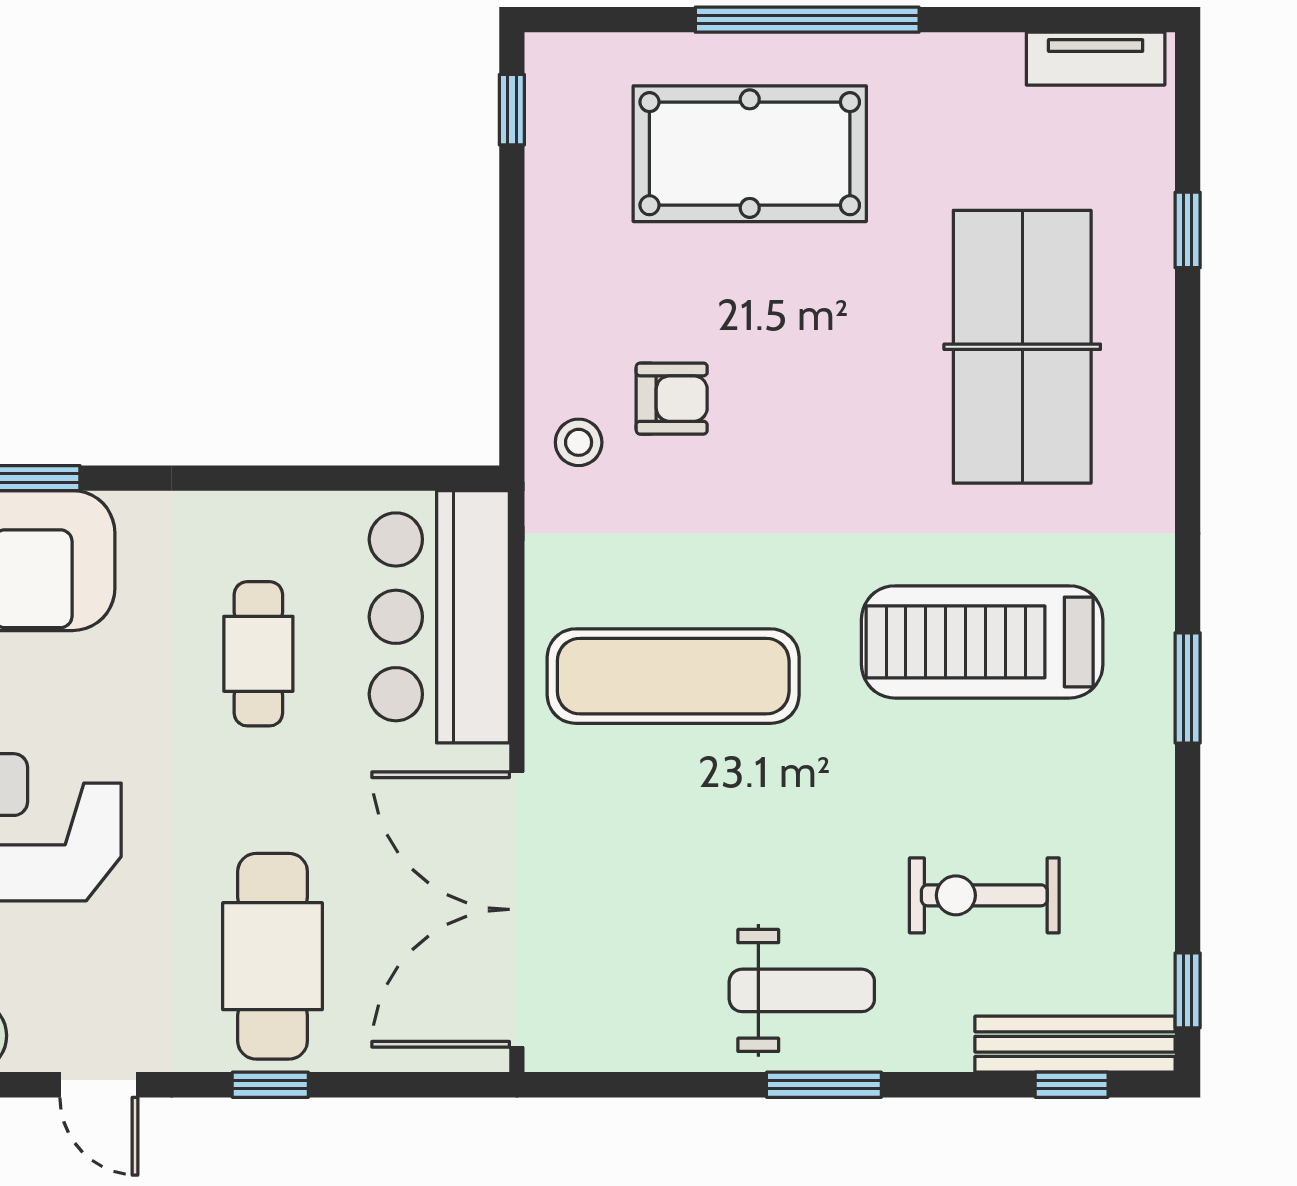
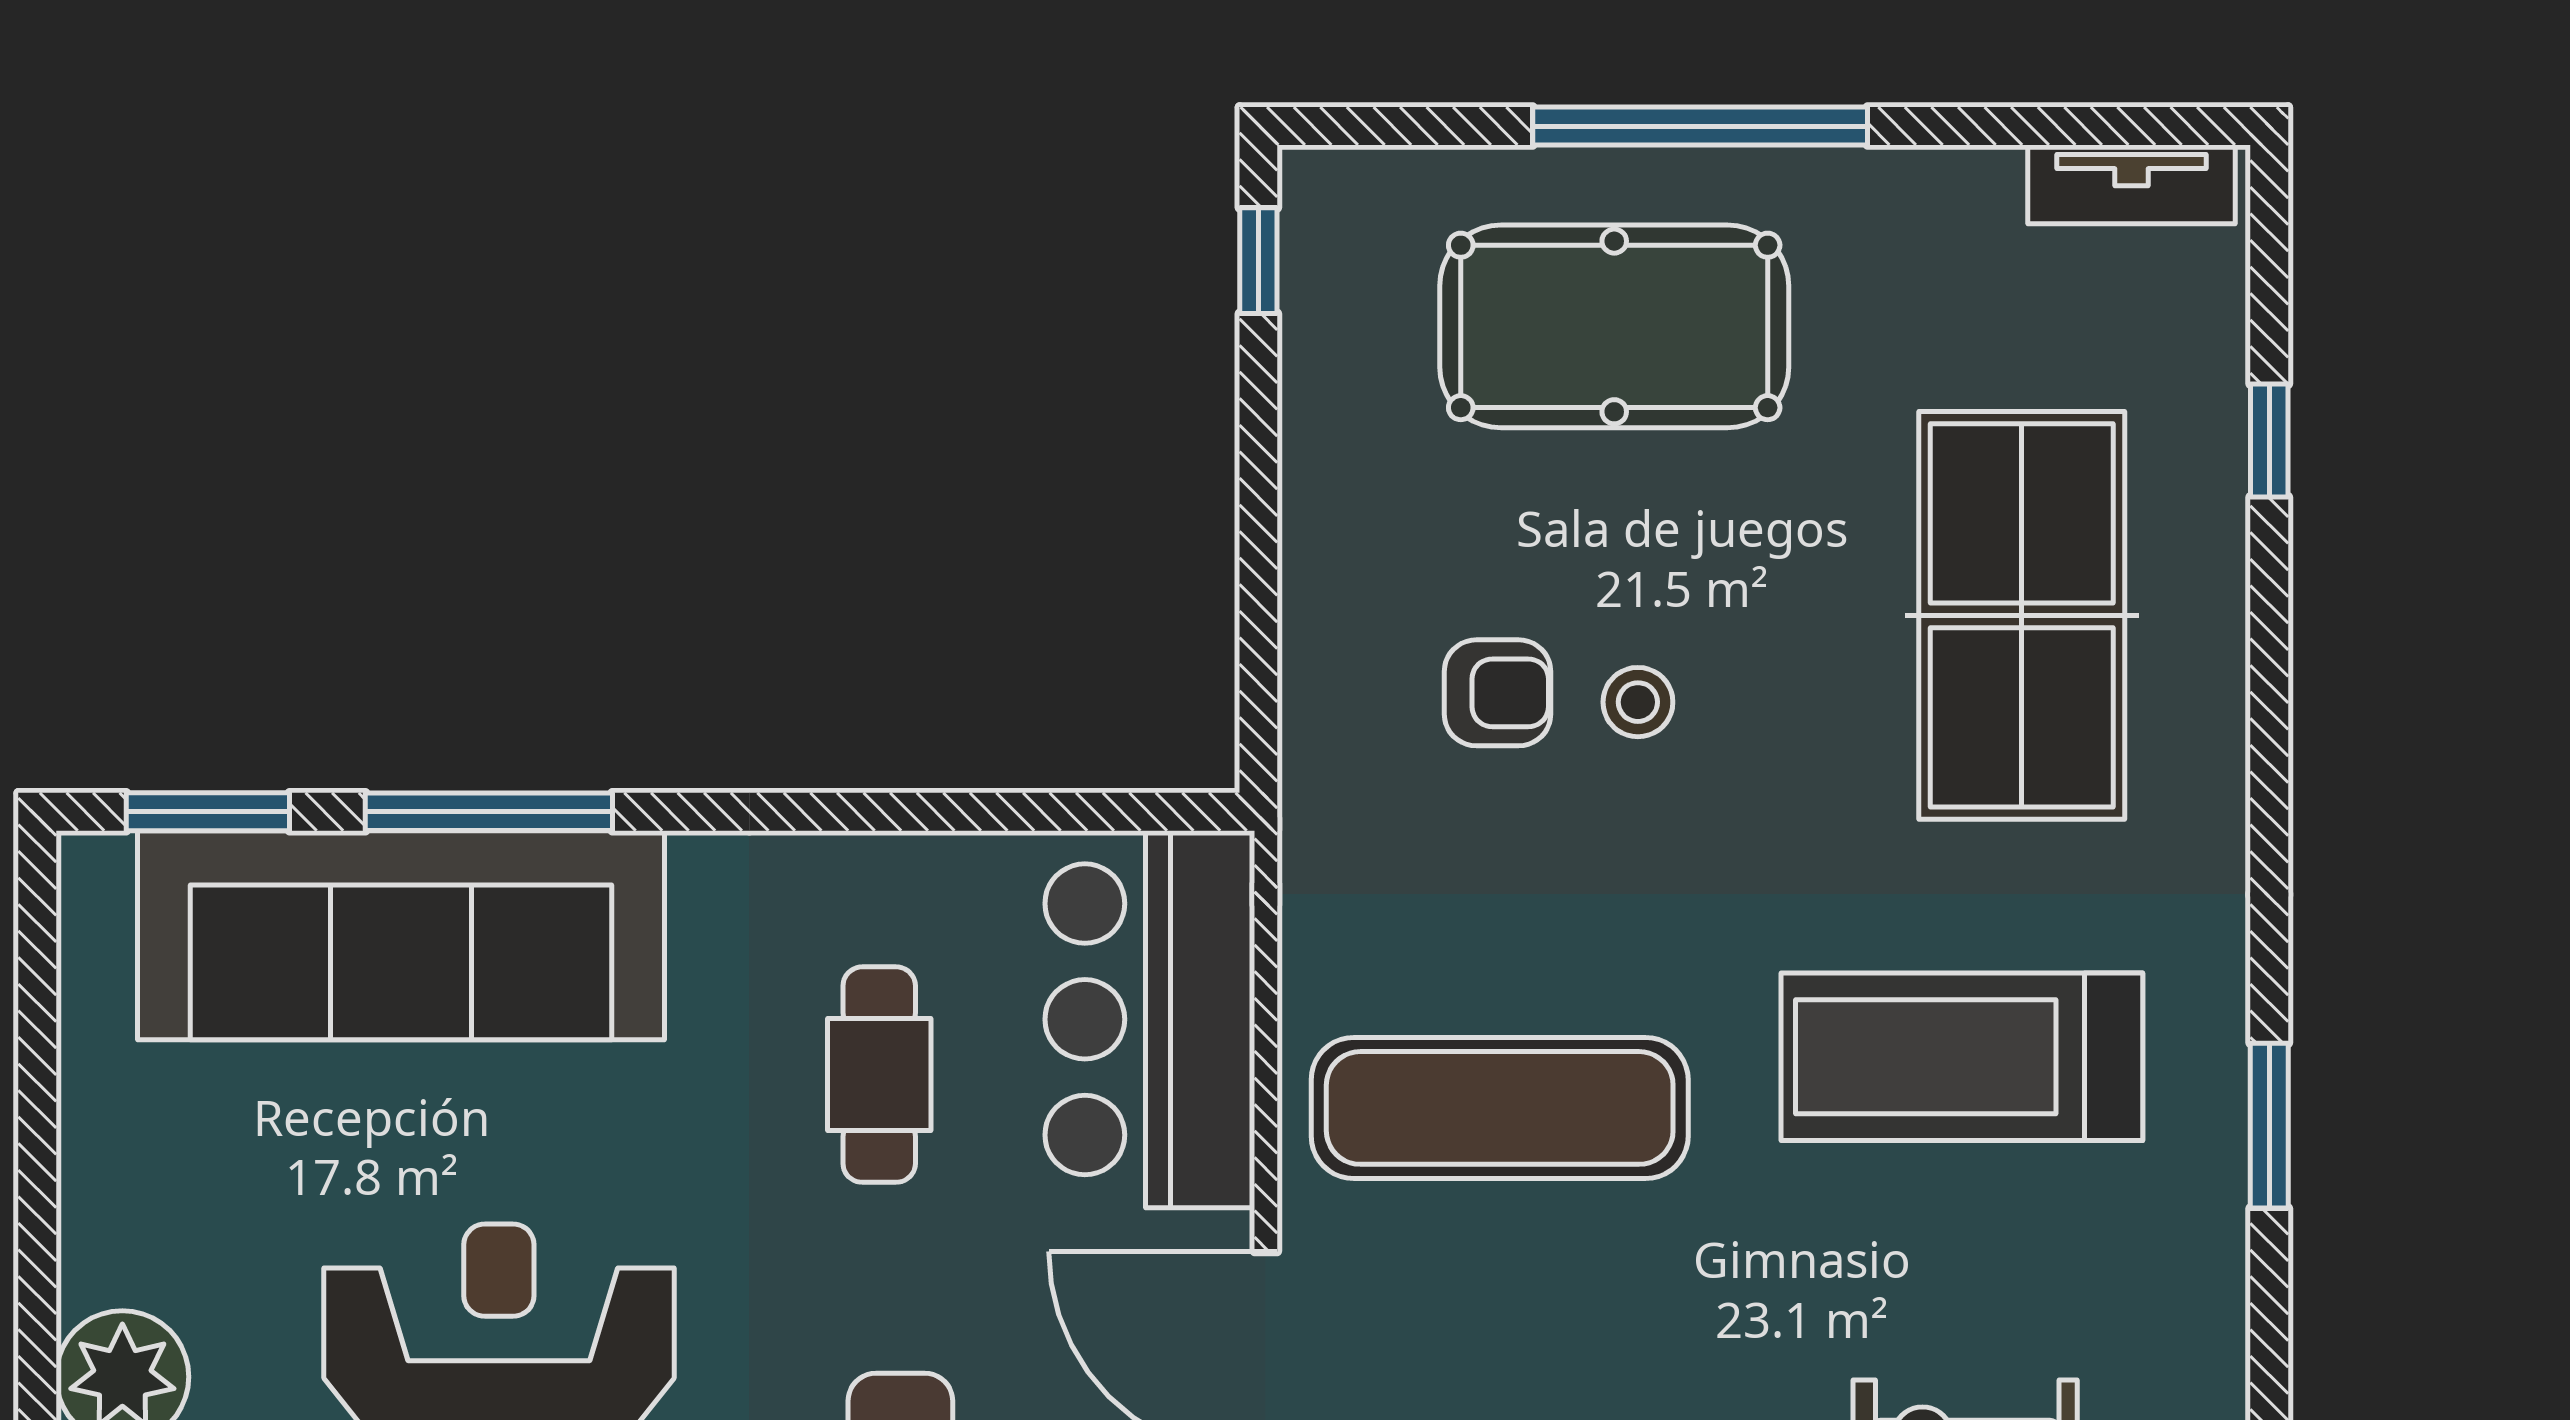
stool: (579, 442) -> (1638, 702), moved

